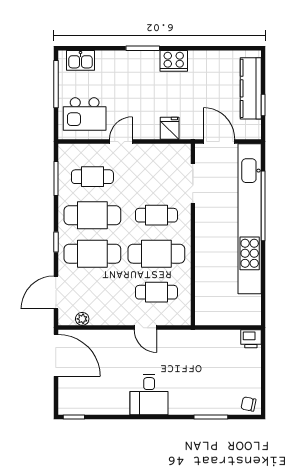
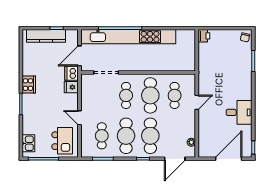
dishwasher: (192, 129) -> (71, 73), added
door: (56, 293) -> (175, 159), hinge flipped
door: (56, 355) -> (229, 159), moved
desk: (149, 395) -> (239, 112), moved

